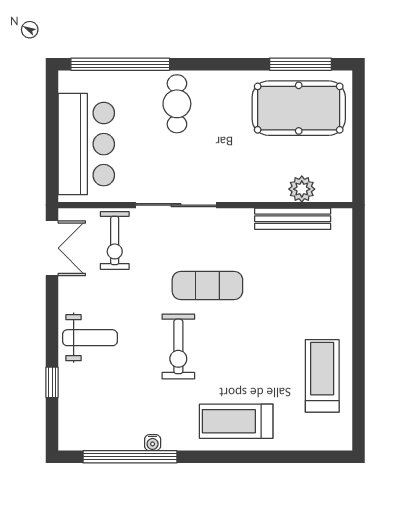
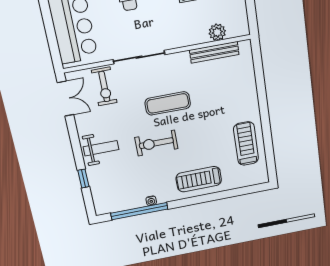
exercise bike: (178, 346) -> (156, 143), turned 90

